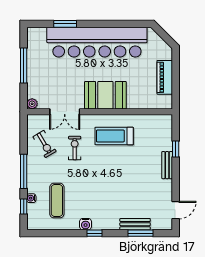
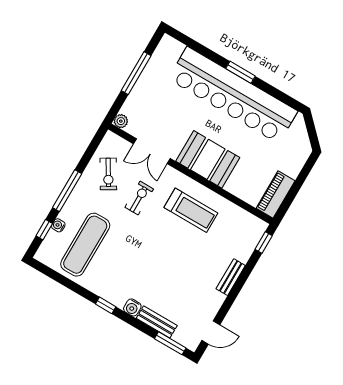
window: (65, 24) -> (241, 72), moved
piano: (165, 77) -> (276, 194), moved
treadmill: (114, 136) -> (191, 210), turned 180
window: (176, 149) -> (264, 243), moved
exercise mat: (57, 201) -> (85, 245), width x1.36, depth x1.45
water cooler: (86, 224) -> (132, 307), moved
window: (140, 233) -> (170, 343), moved

